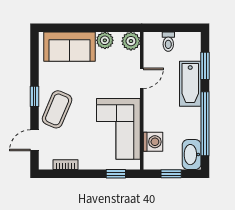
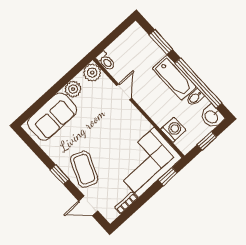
toilet: (168, 42) -> (106, 61), moved
bathtub: (190, 84) -> (174, 78), moved
corner sofa: (118, 129) -> (146, 162), moved, turned 90
bidet: (192, 132) -> (195, 97), added
door: (34, 140) -> (88, 206), hinge flipped
washbasin: (192, 155) -> (212, 117), width x0.72

